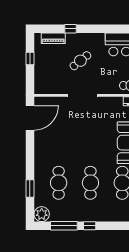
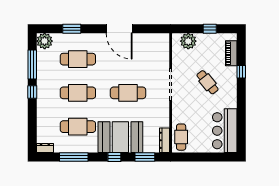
plant: (42, 79) -> (188, 41), added
door: (30, 118) -> (119, 29), moved
cafe table: (90, 136) -> (128, 93), added

